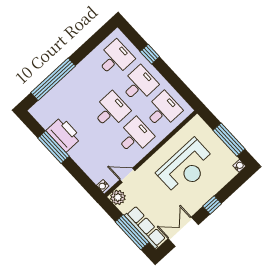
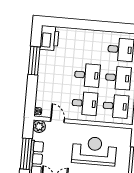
window: (53, 79) -> (75, 24), removed
printer: (64, 134) -> (49, 38), moved
reception desk: (186, 167) -> (94, 151), turned 180

